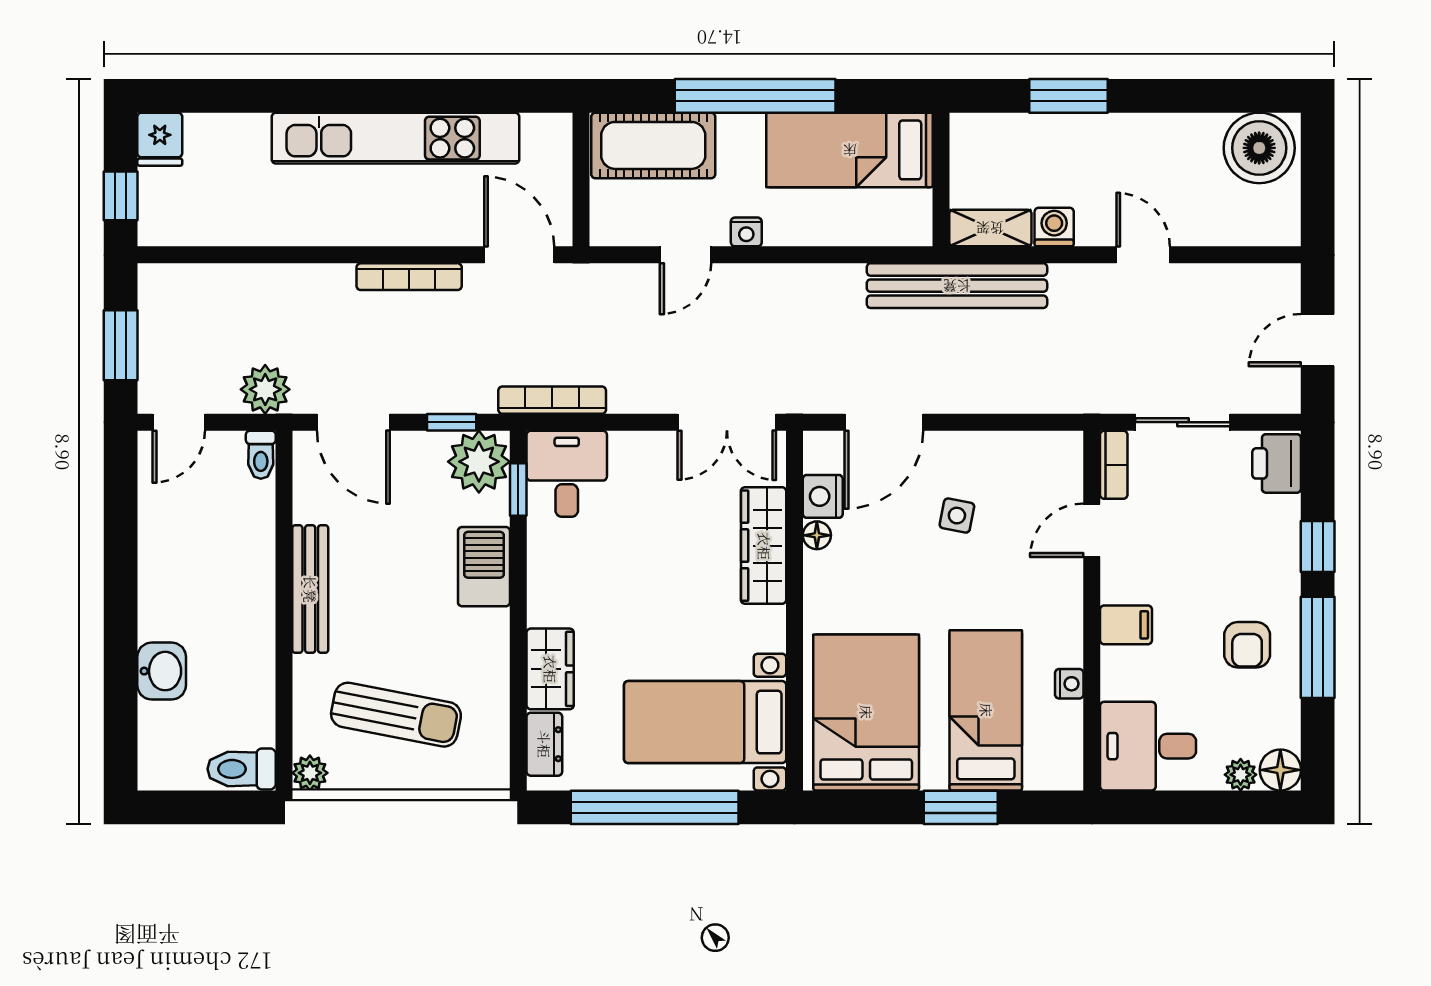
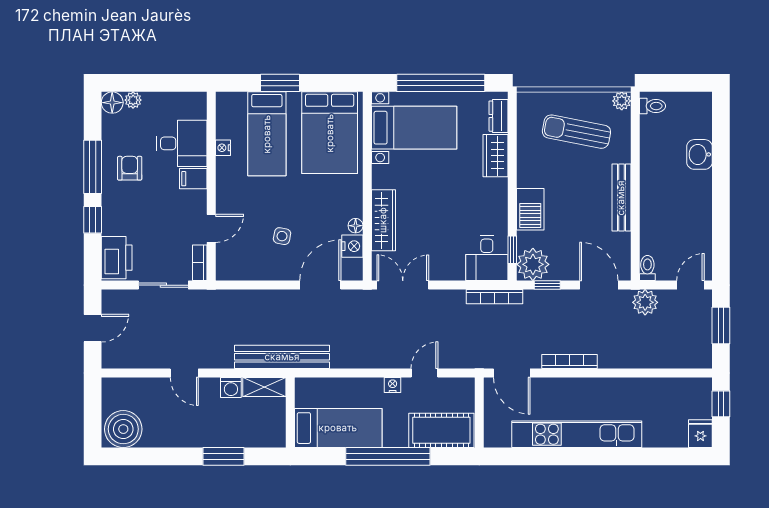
printer: (1277, 463) -> (117, 258), width x1.37, depth x1.19
desk: (1148, 746) -> (182, 143), moved
toilet: (242, 769) -> (653, 106), width x0.73, depth x0.72

